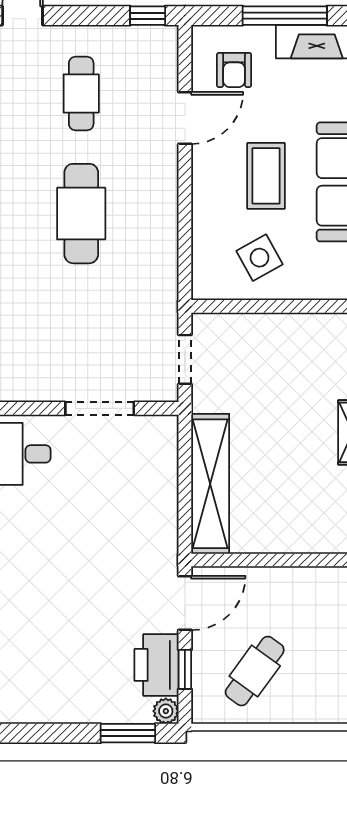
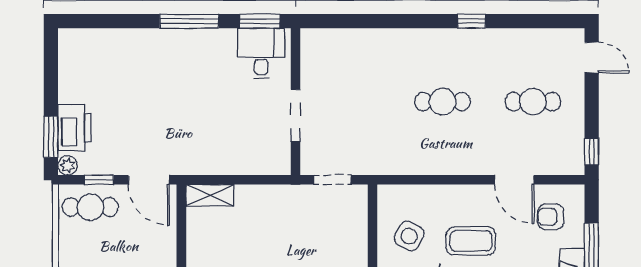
cafe table: (81, 214) -> (442, 102), width x0.73, depth x0.74
side table: (260, 258) -> (409, 236), turned -31
shelving: (210, 484) -> (210, 195), width x0.45, depth x0.75
printer: (157, 665) -> (75, 128), moved, turned 90
cafe table: (255, 671) -> (90, 207), moved, turned -36

